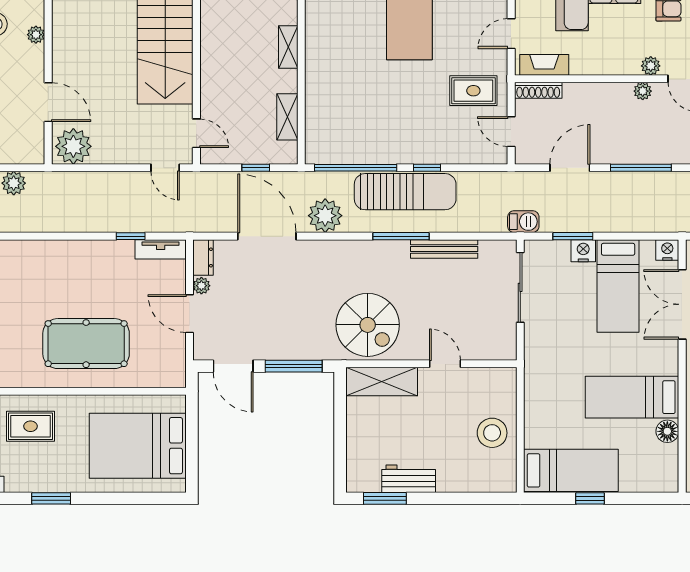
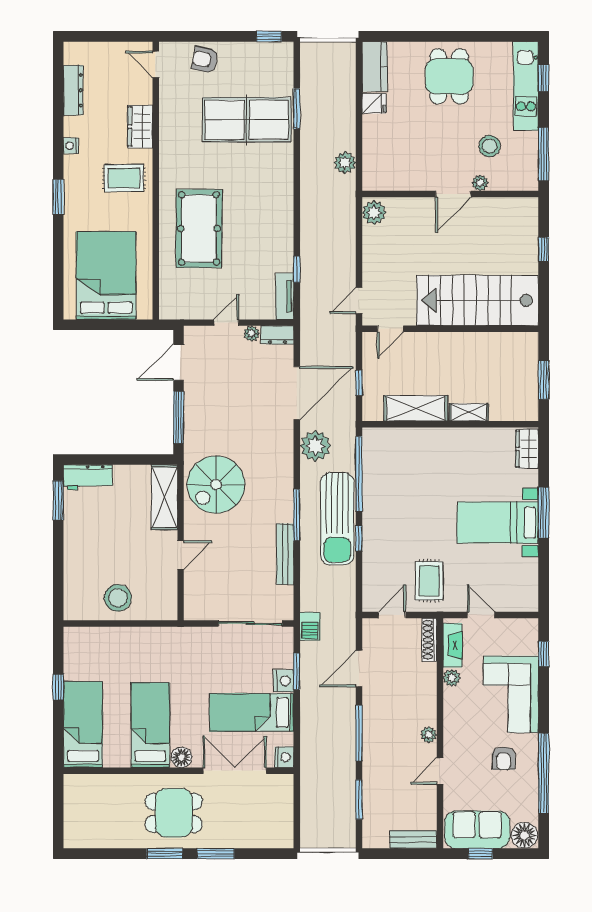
plant: (651, 66) -> (452, 678), moved
door: (48, 102) -> (453, 194), moved
shelving: (287, 117) -> (416, 408), width x1.50, depth x1.33
plant: (73, 146) -> (374, 213), width x0.73, depth x0.73
door: (570, 168) -> (359, 669), swing flipped
door: (190, 314) -> (226, 323), width x0.73
rug: (31, 426) -> (124, 178), turned 90
floor lamp: (667, 431) -> (181, 757), moved
bed: (571, 470) -> (83, 725), moved, turned 180
workbench: (409, 479) -> (88, 477), moved, turned 90

